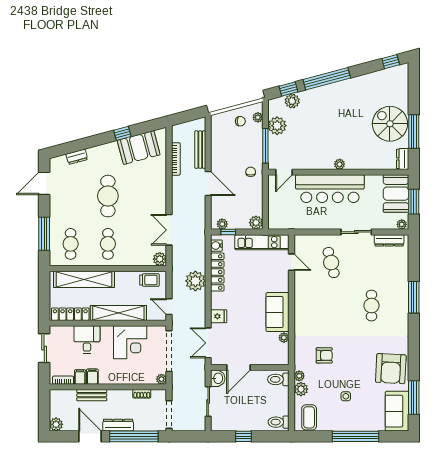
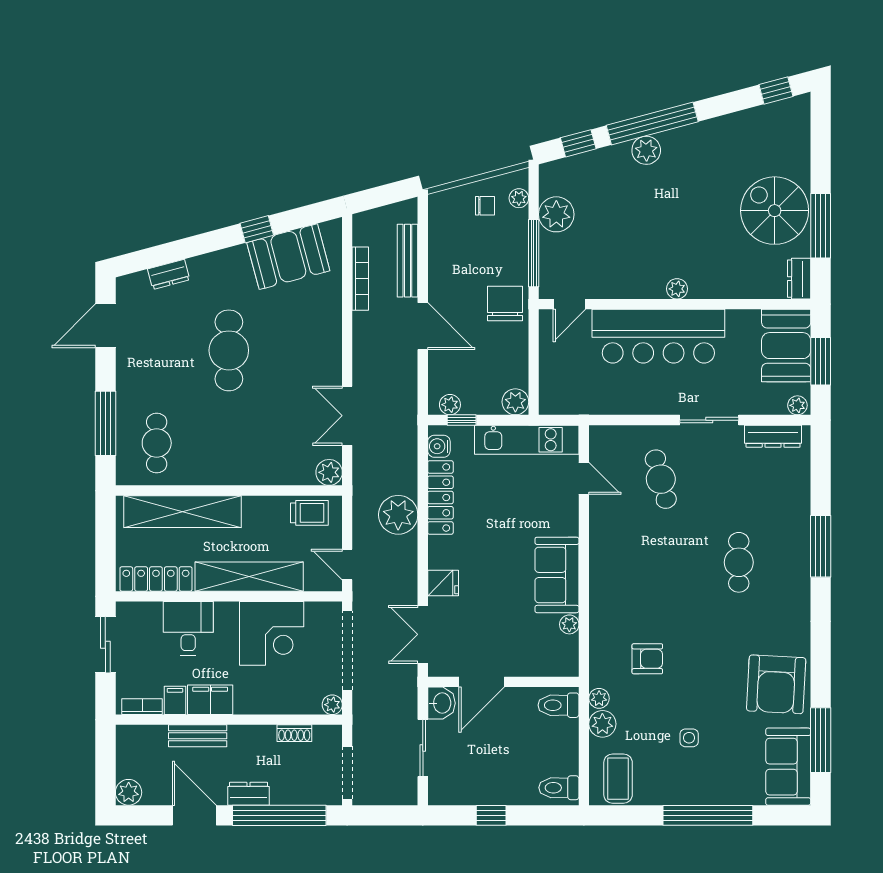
plant: (292, 101) -> (646, 150), moved
chair: (251, 172) -> (505, 304), width x1.87, depth x1.87
cafe table: (108, 244) -> (229, 443), removed
filing cabinet: (92, 377) -> (210, 700), width x2.00
dresser: (118, 425) -> (248, 794), width x0.70

